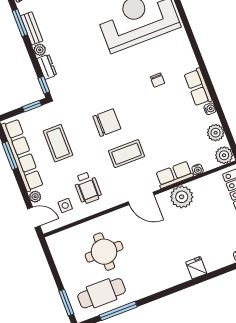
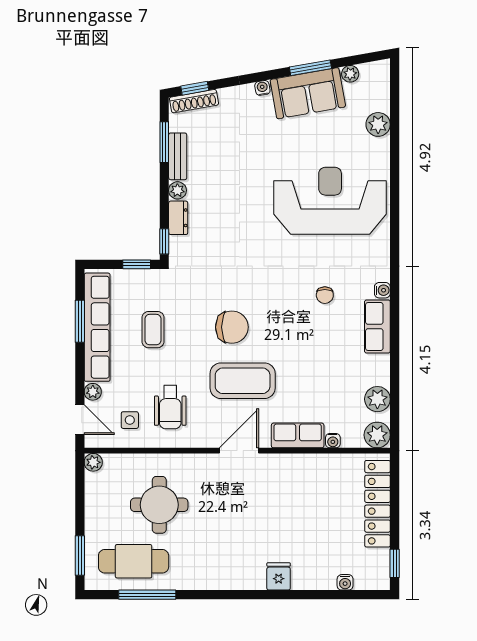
water cooler: (210, 109) -> (382, 290), moved
coffee table: (58, 143) -> (153, 330), width x0.73, depth x0.77
coffee table: (127, 154) -> (243, 381), width x1.36, depth x1.32
plant: (182, 197) -> (93, 462), moved, width x0.53, depth x0.53
door: (141, 198) -> (239, 451), swing flipped

